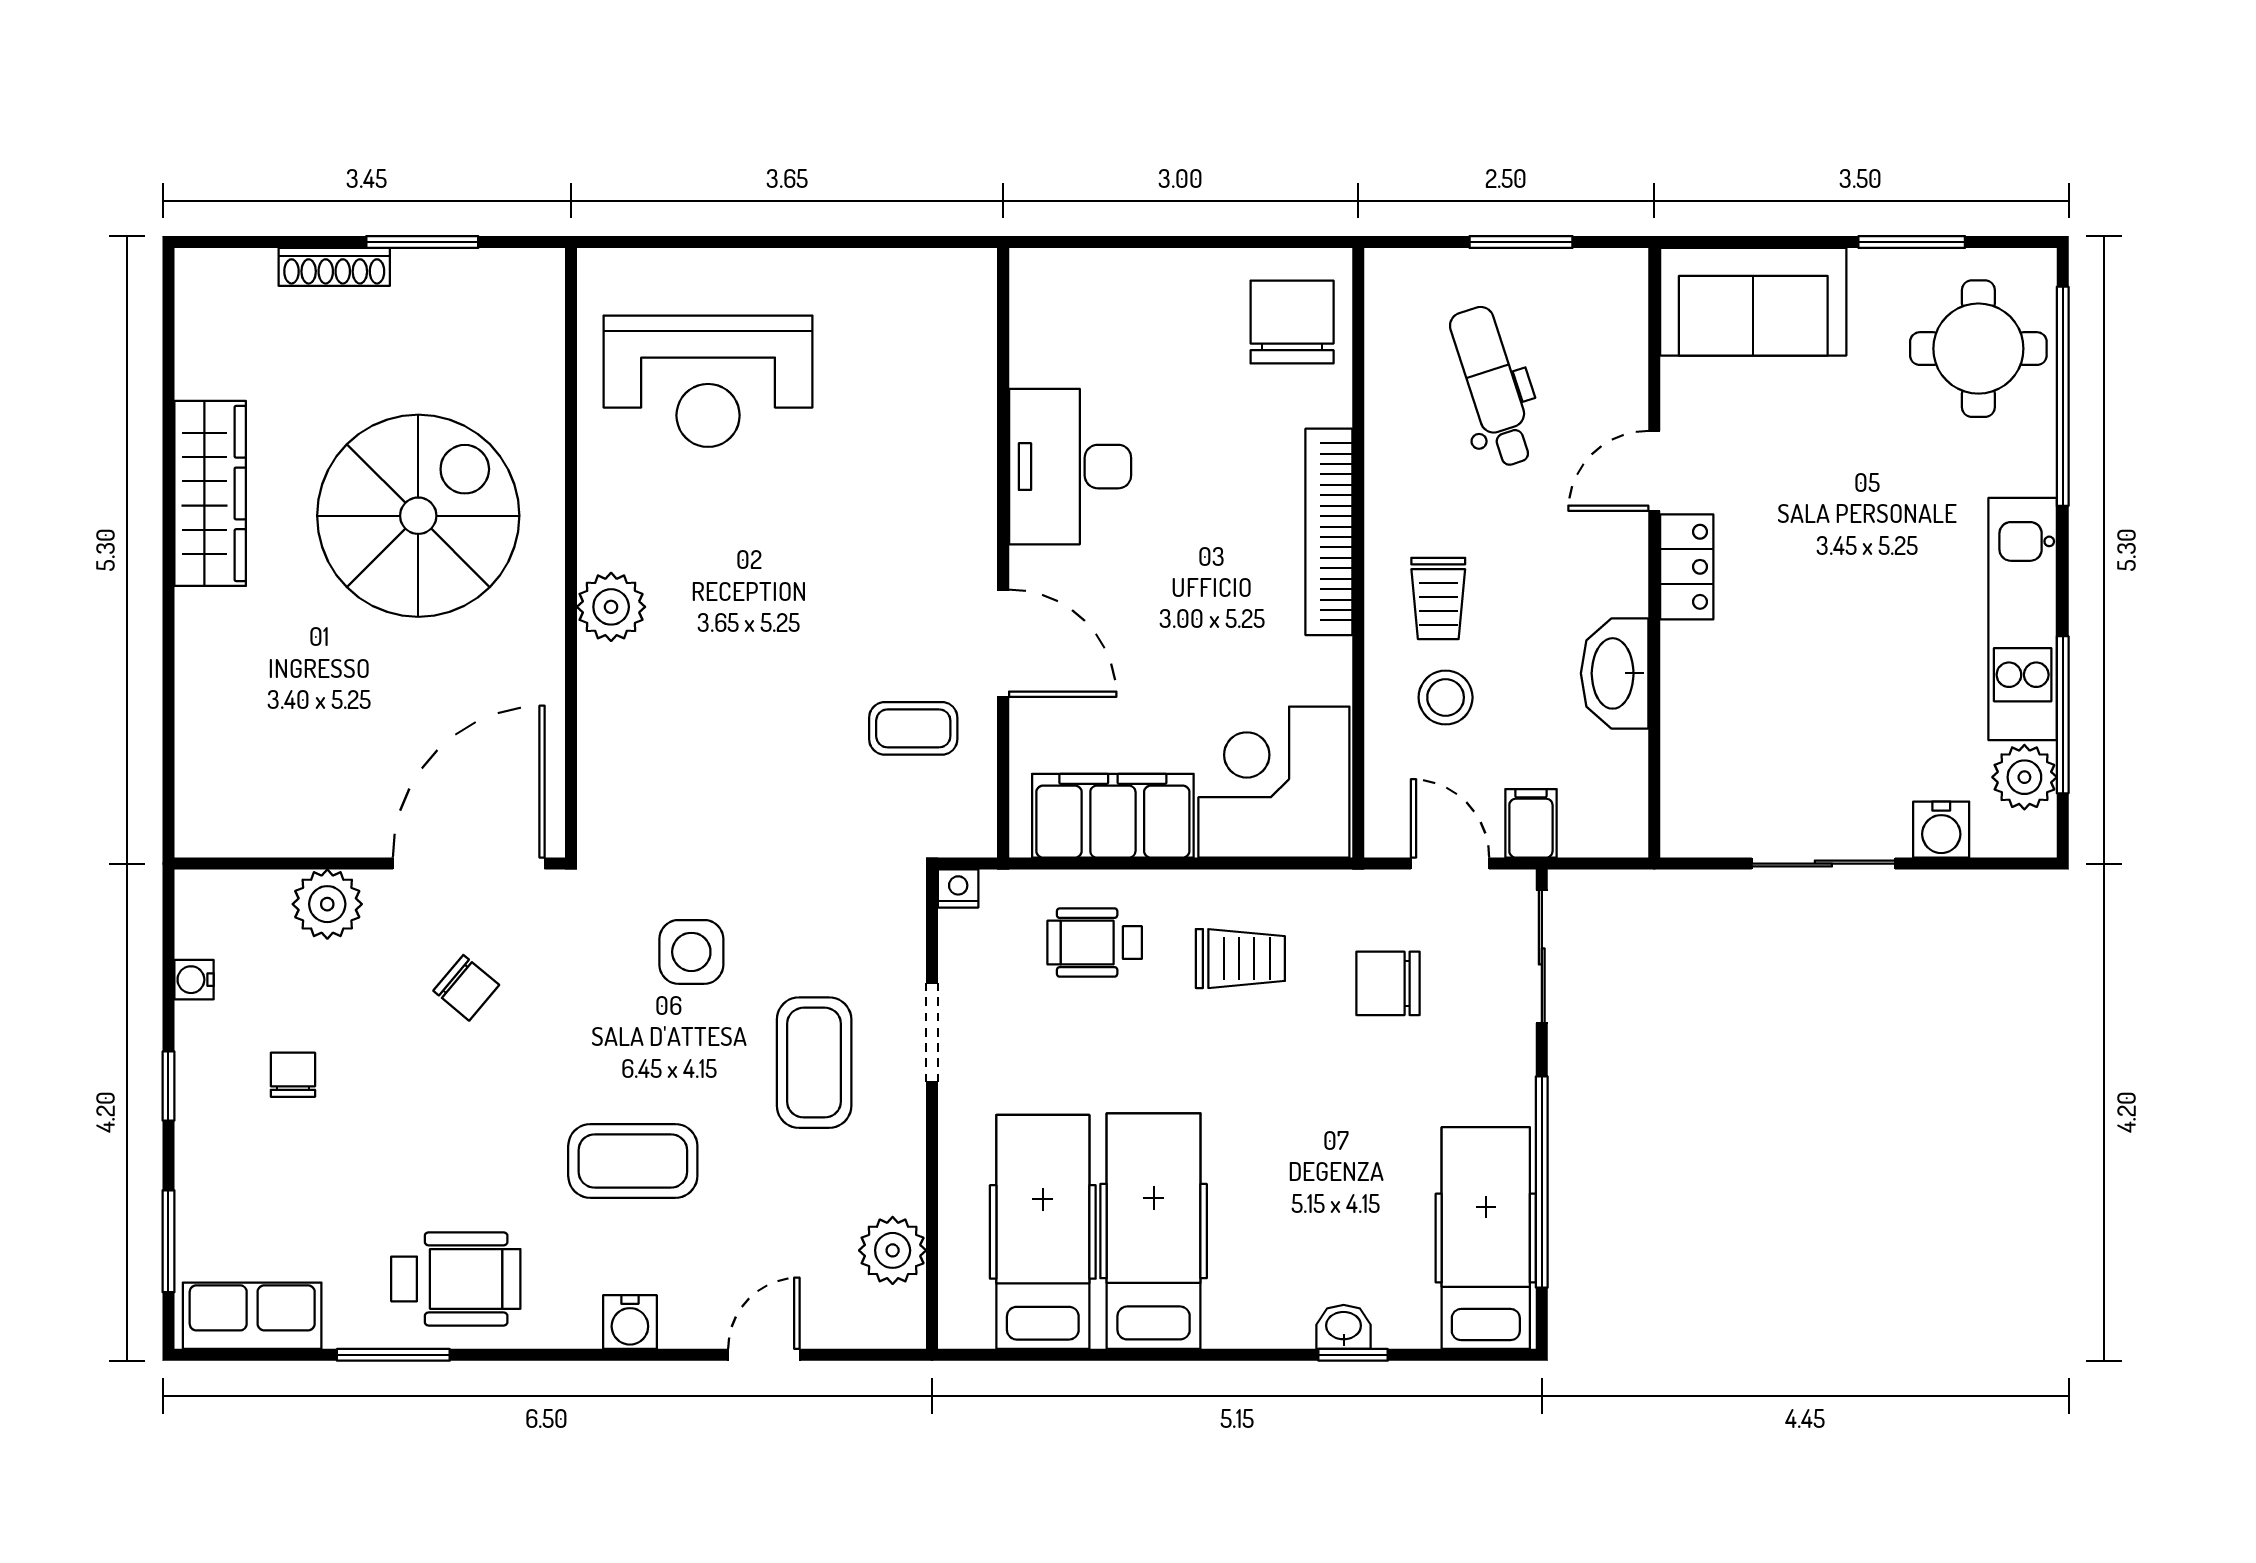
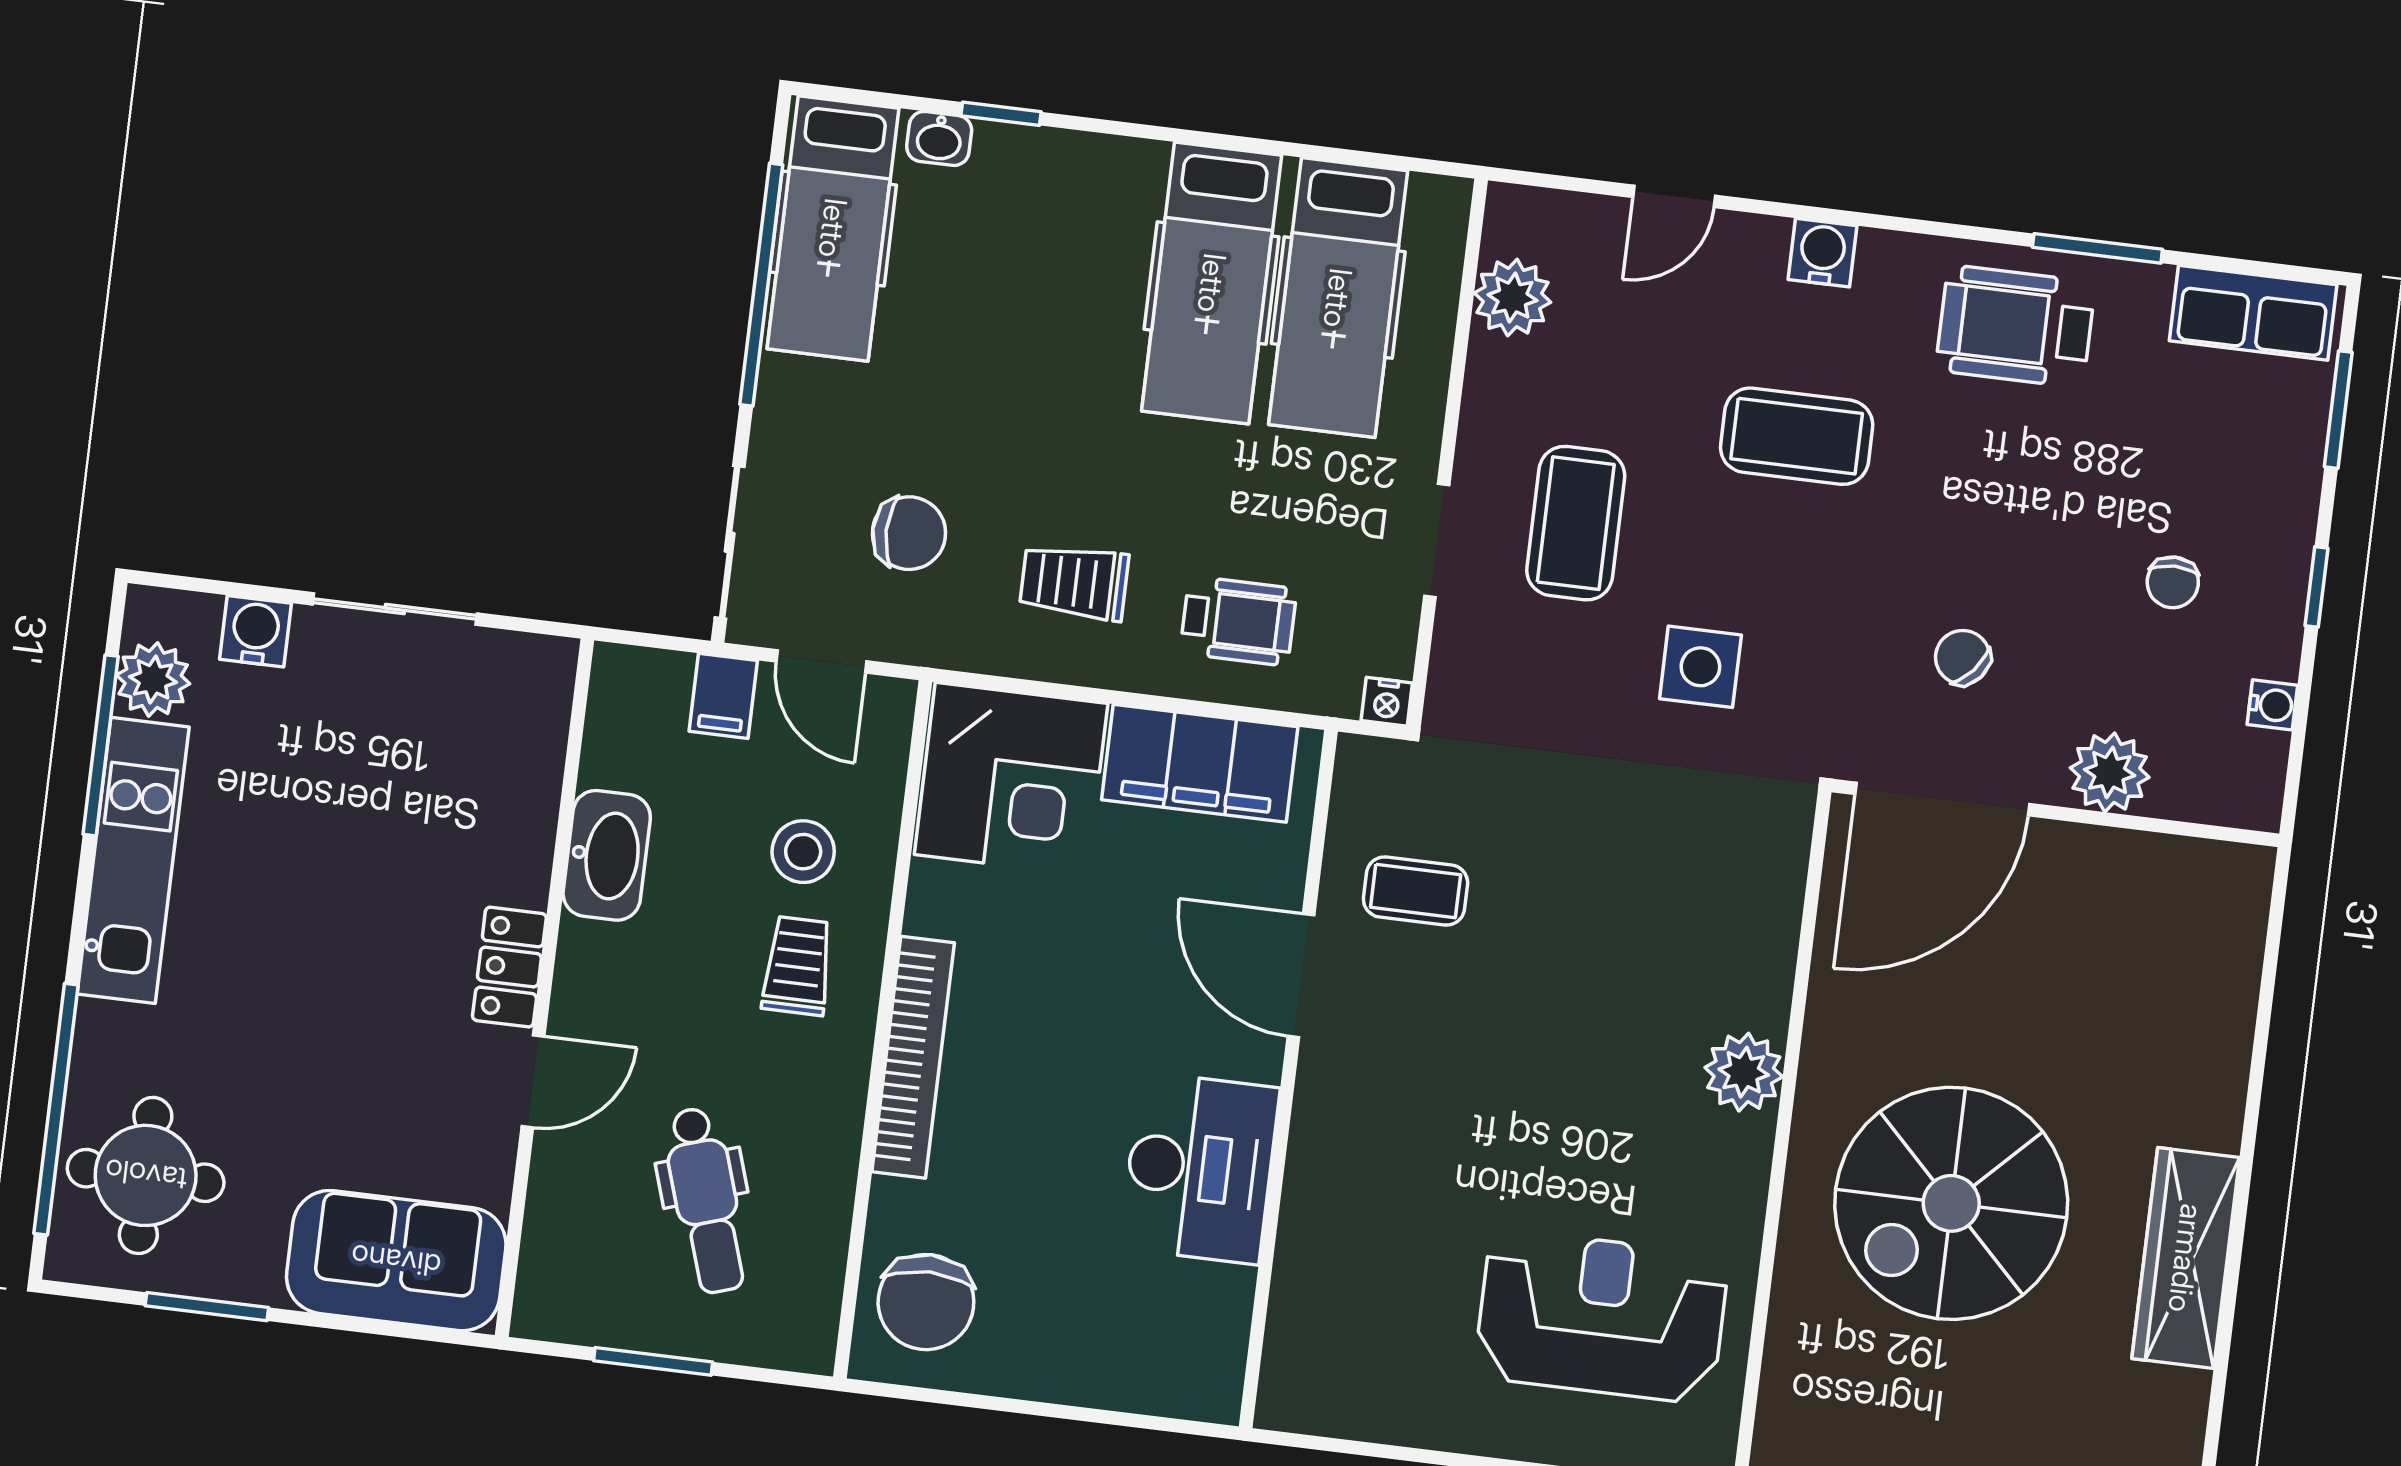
washbasin: (1344, 1327) -> (939, 138), moved

